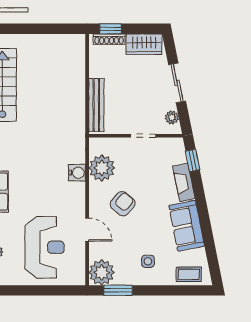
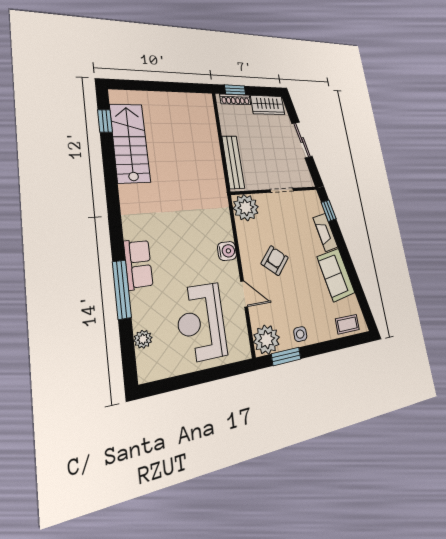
plant: (172, 117) -> (304, 172), removed
plant: (102, 168) -> (246, 208), moved
water cooler: (77, 173) -> (227, 251), moved
reception desk: (45, 247) -> (201, 322), turned 180
side table: (148, 261) -> (300, 334), moved

